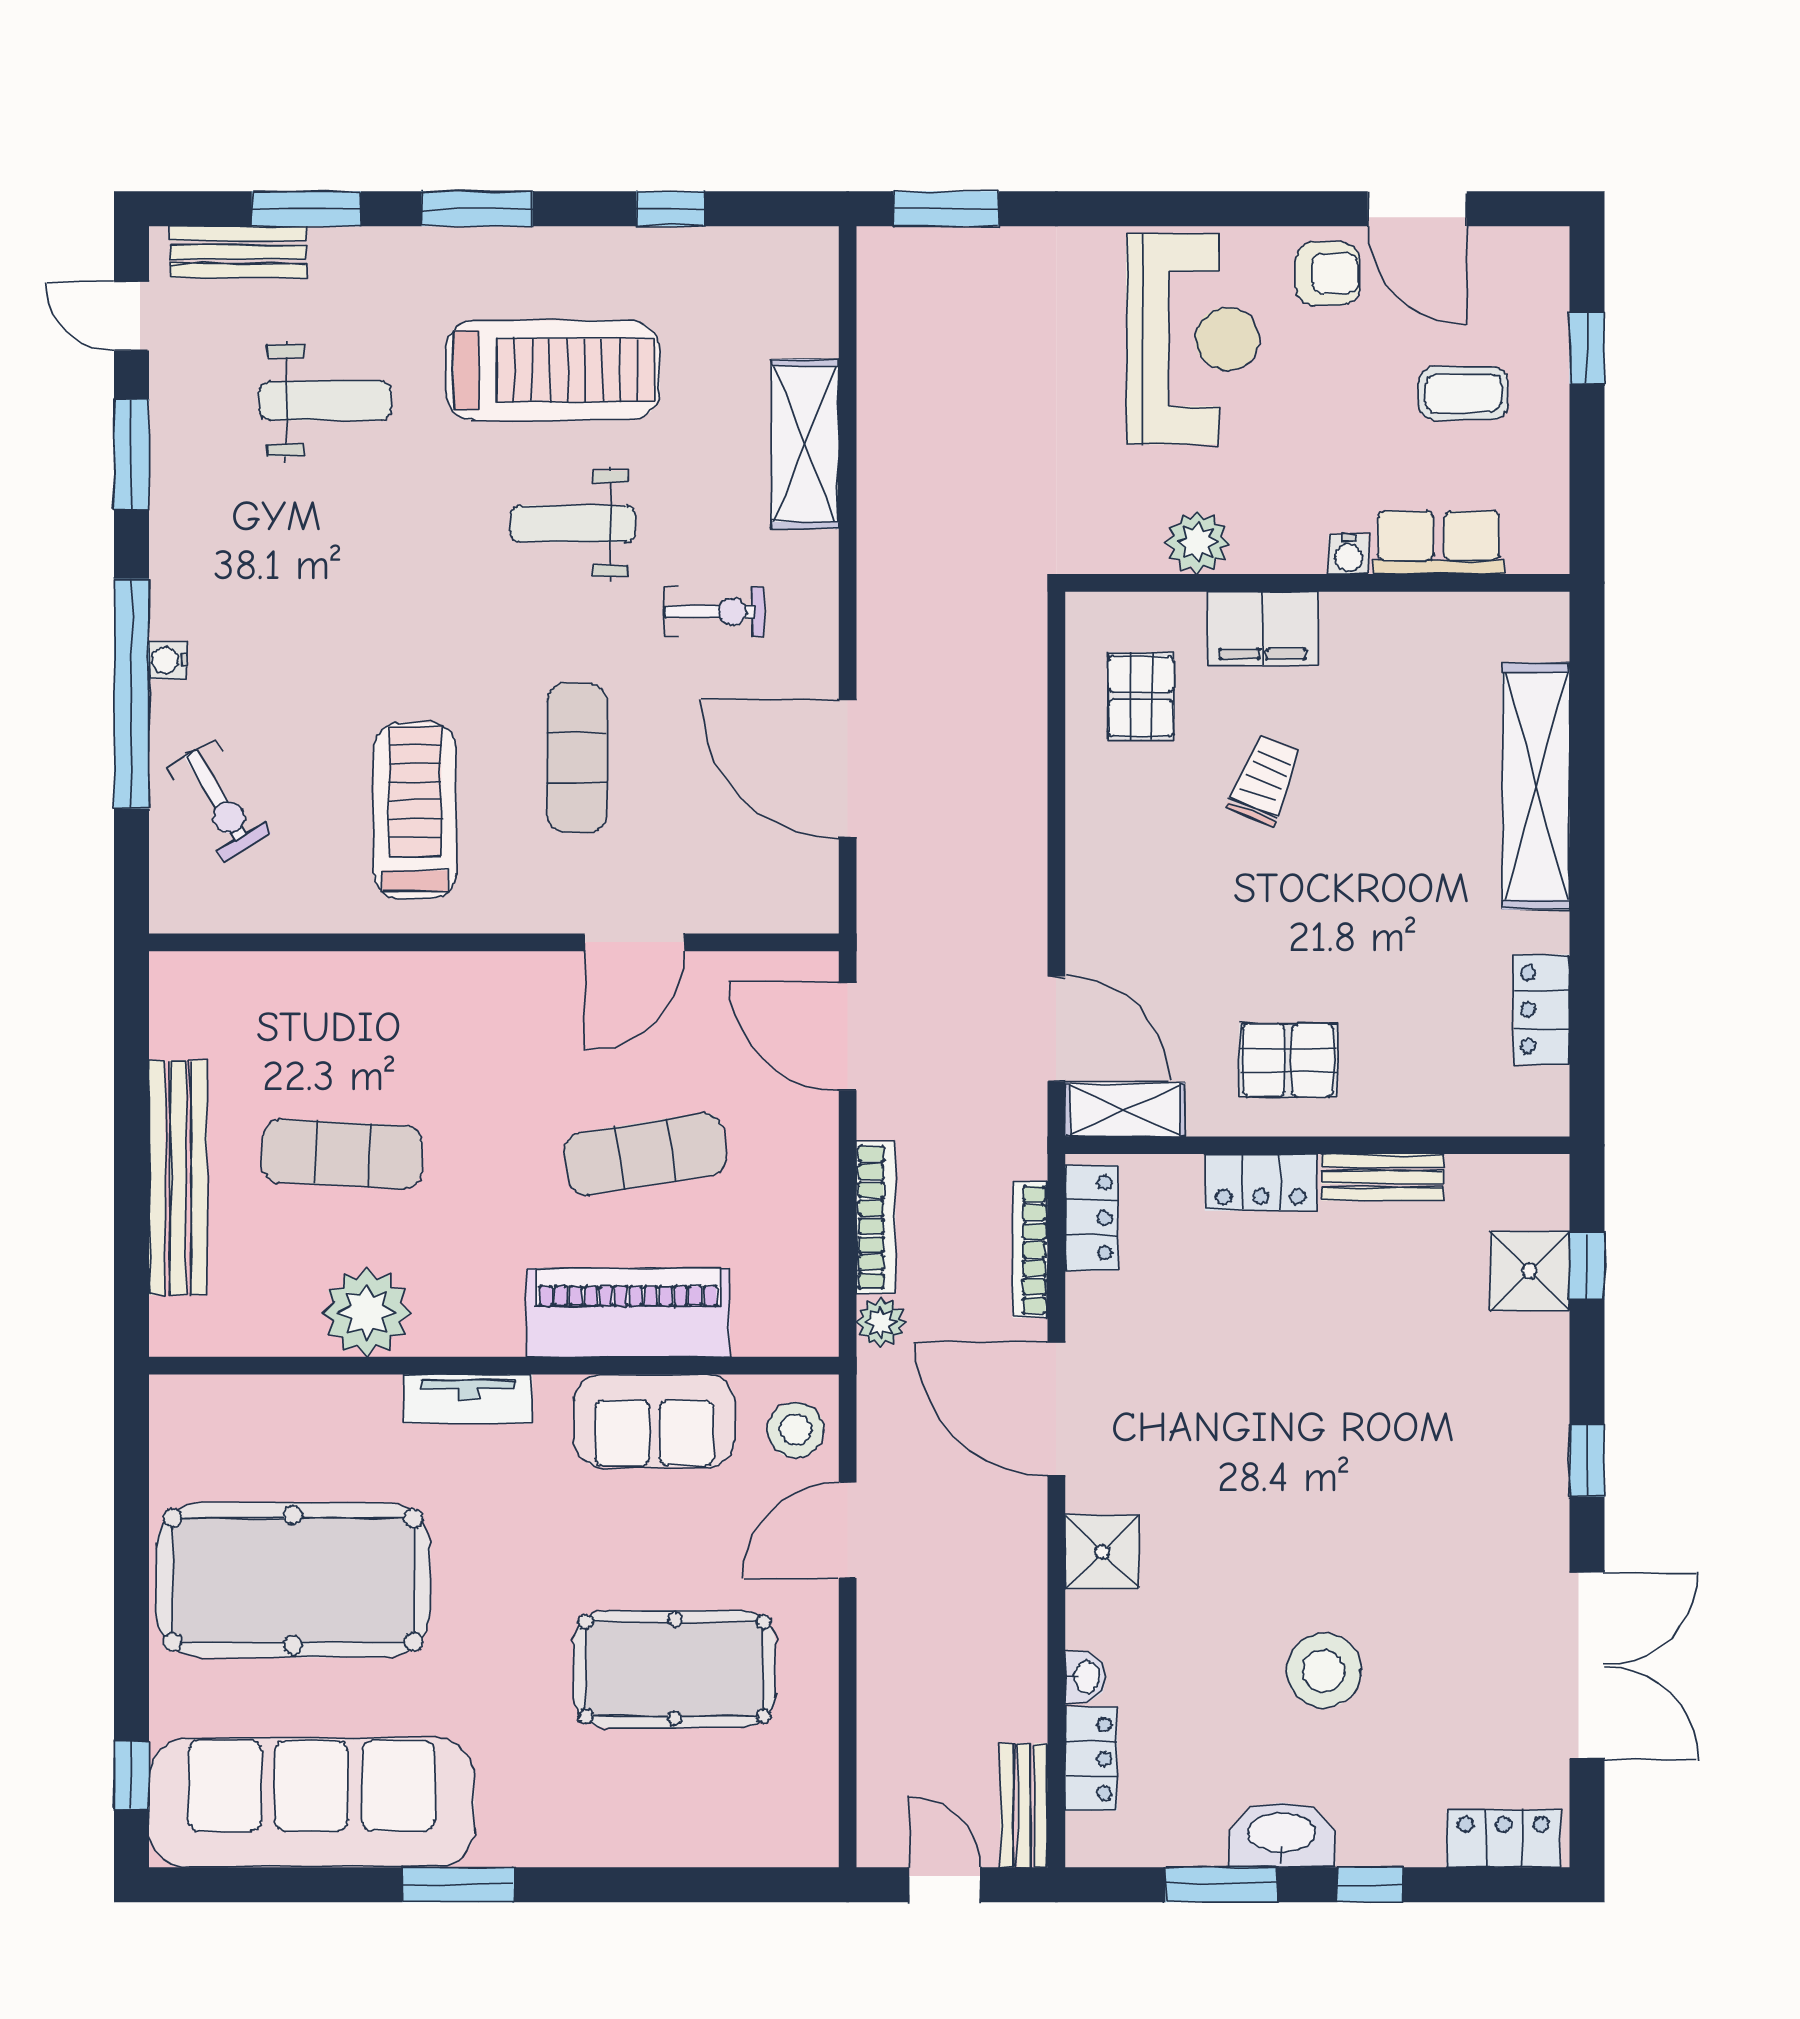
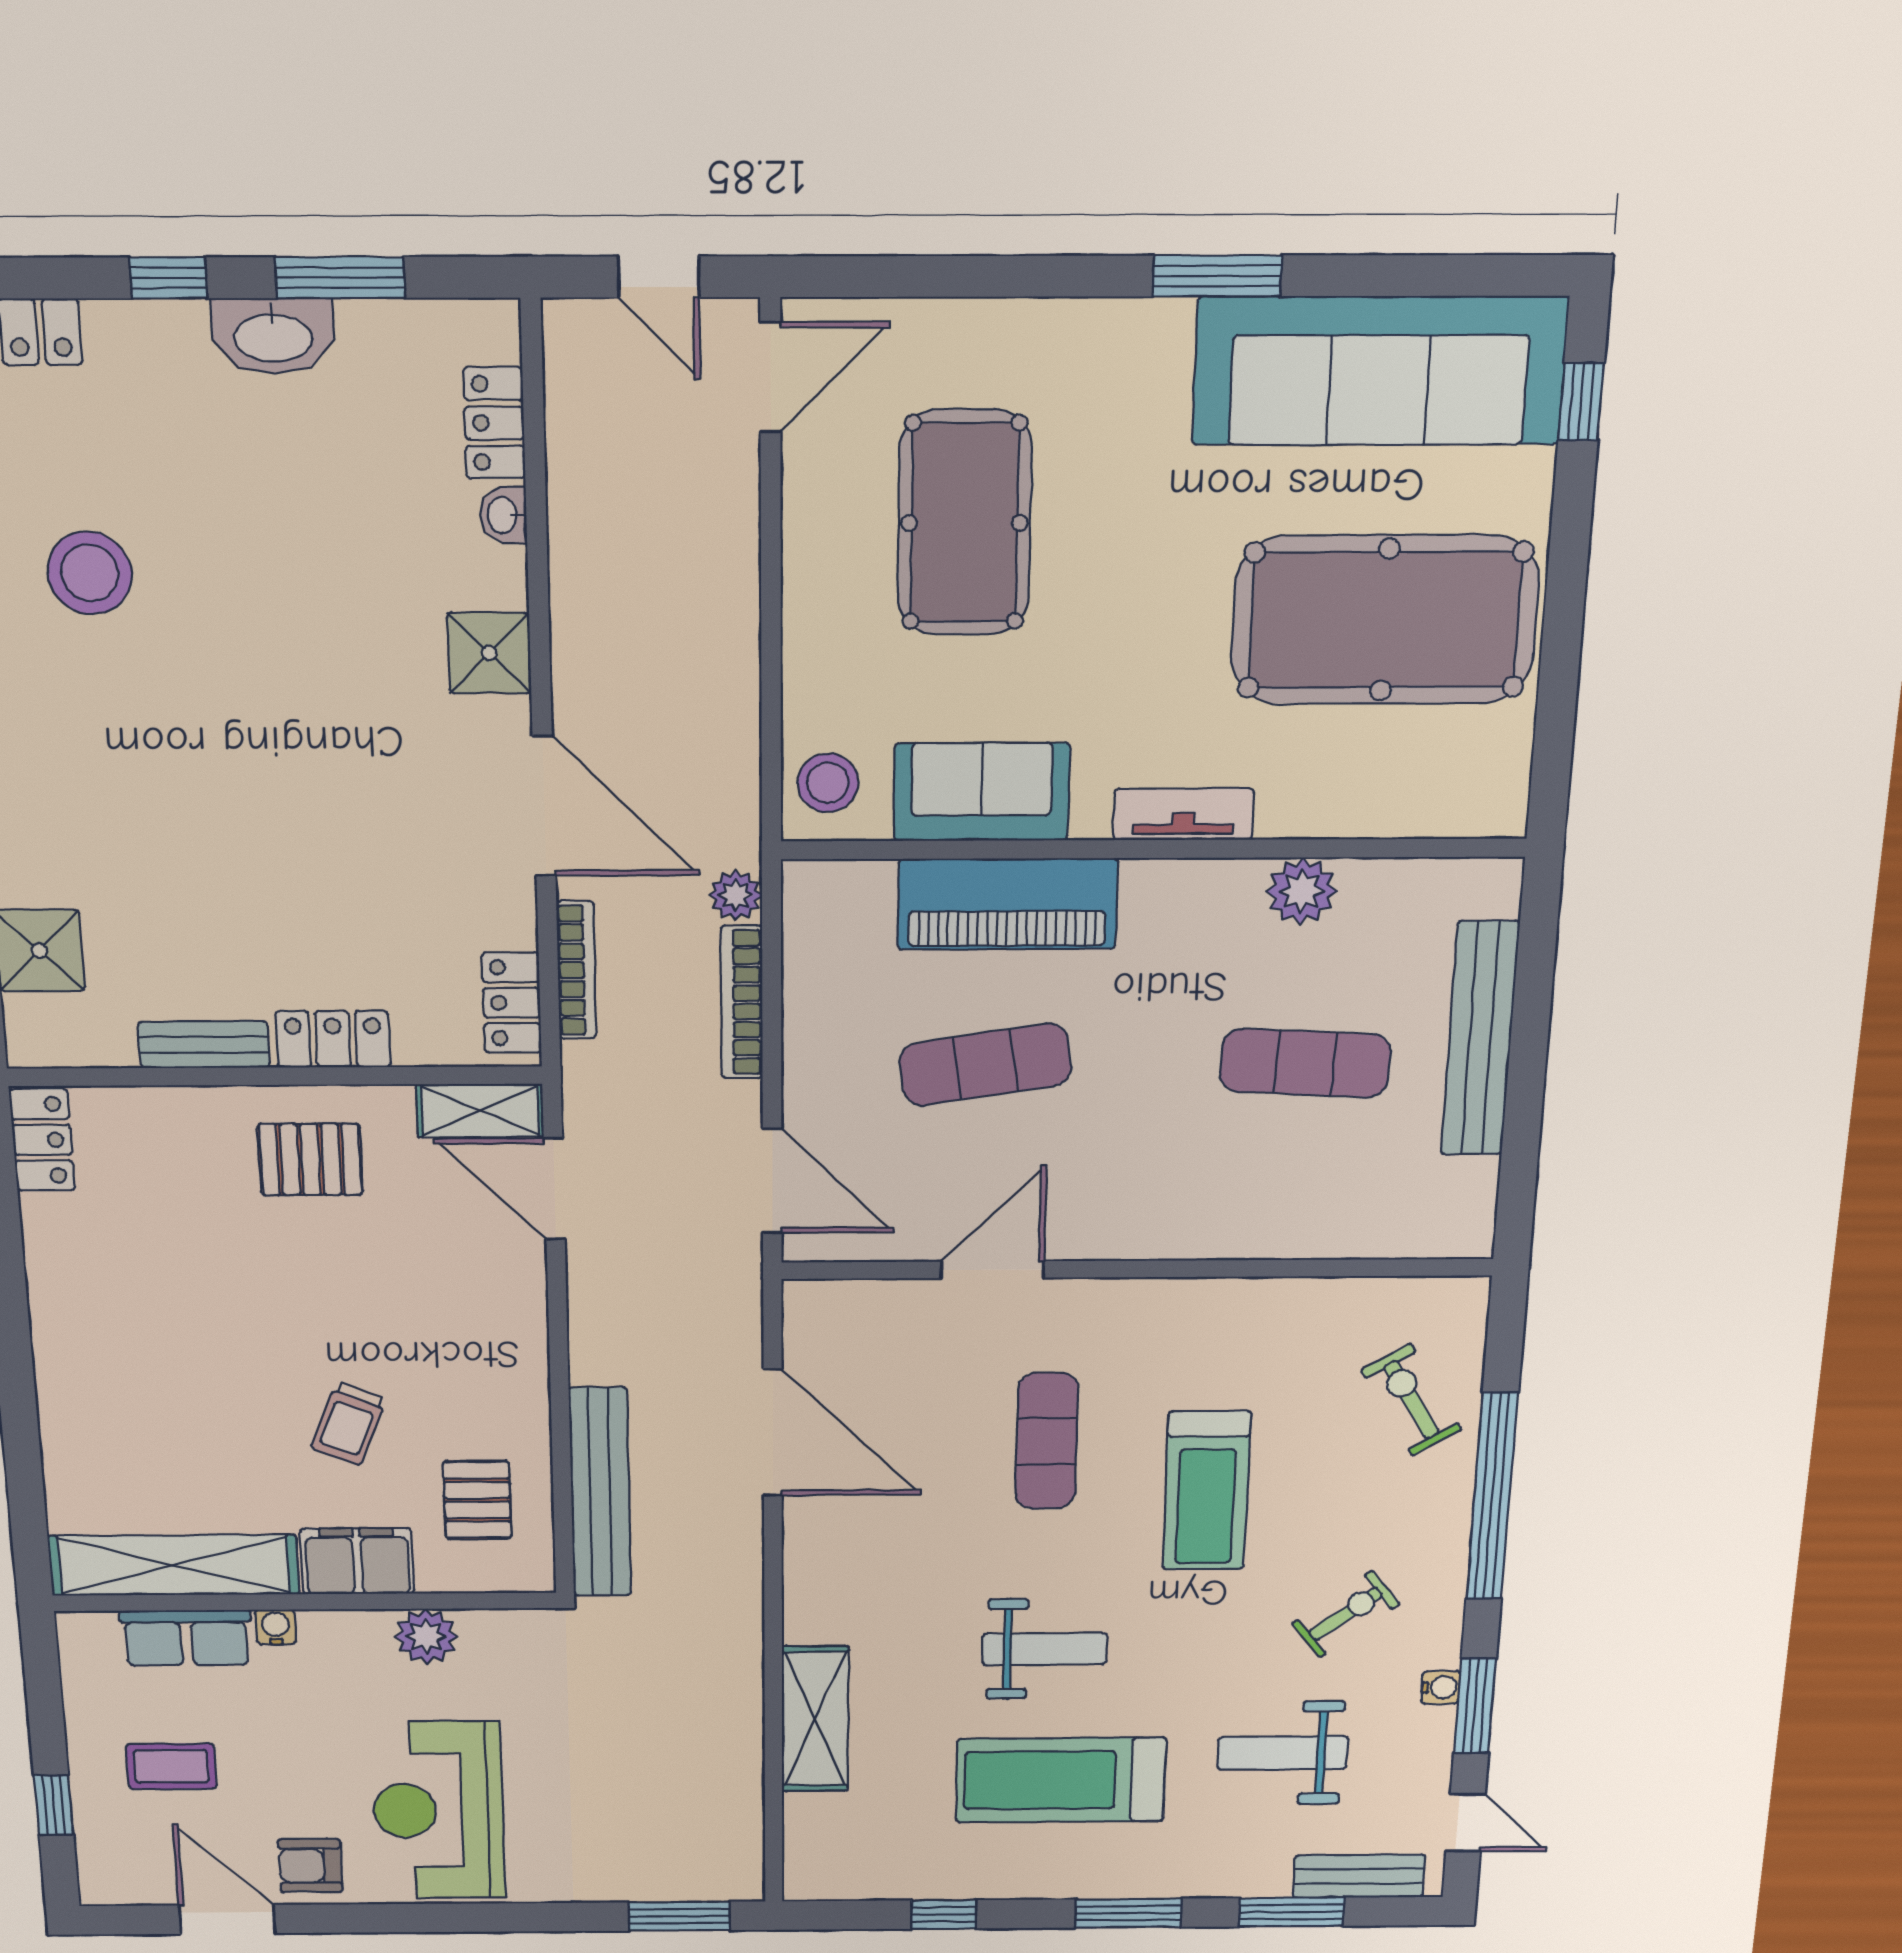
exercise bike: (714, 612) -> (1346, 1614), moved, turned 142
water cooler: (168, 660) -> (1441, 1687), moved
shelving: (1536, 786) -> (174, 1565), moved, turned 90
treadmill: (415, 811) -> (1206, 1491), moved
locker: (1542, 1009) -> (42, 1140), moved
plant: (367, 1312) -> (1302, 891), width x0.73, depth x0.73
door: (848, 1530) -> (770, 377), moved
pool table: (675, 1669) -> (964, 523), turned 90
stool: (1324, 1671) -> (90, 573), moved
bench: (1024, 1805) -> (600, 1493), moved, width x1.86, depth x1.21

